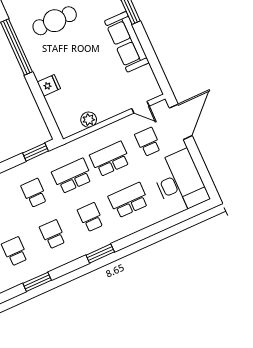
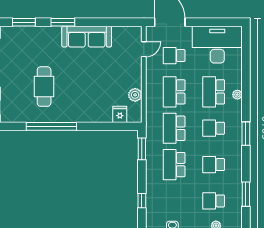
fridge: (49, 85) -> (120, 114), moved
school desk: (34, 193) -> (174, 165), width x1.85
plant: (137, 226) -> (237, 95), added

